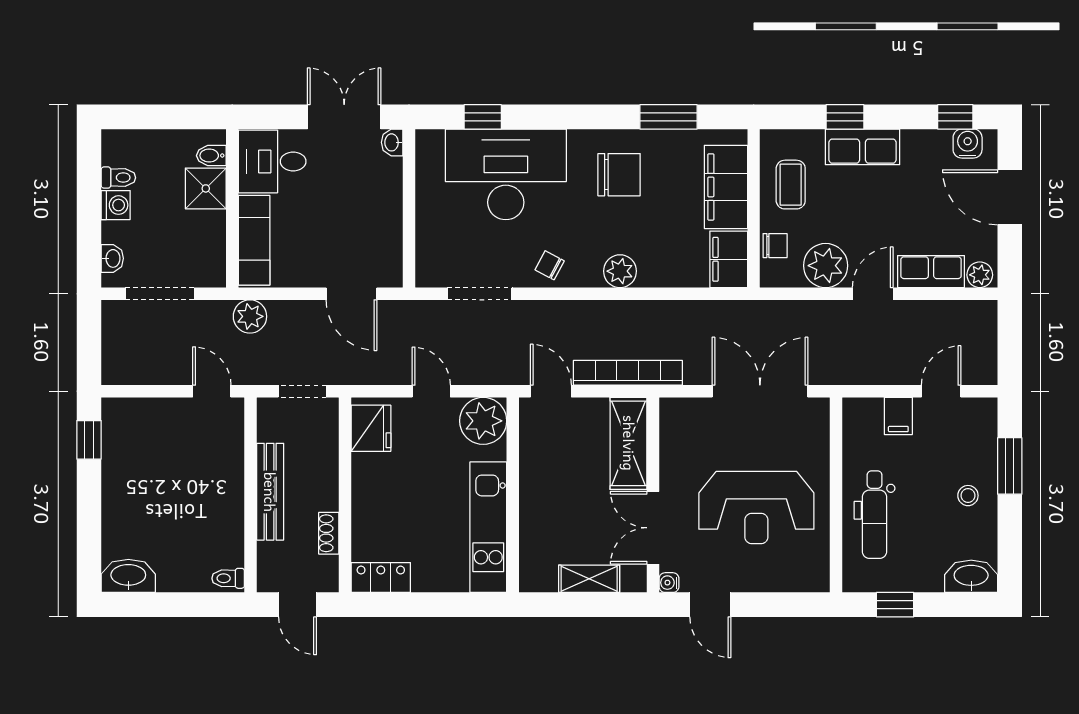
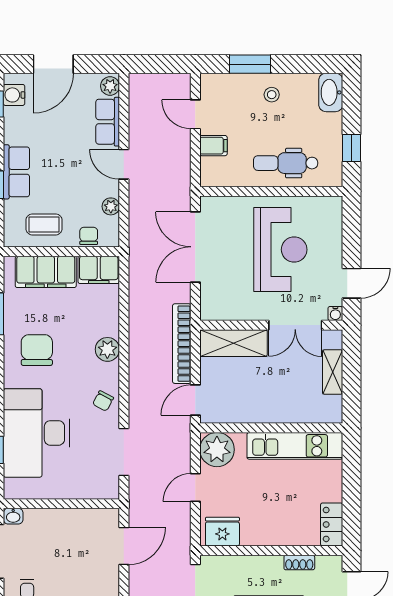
plant: (826, 266) -> (111, 206), width x0.53, depth x0.53
dental chair: (875, 515) -> (286, 163), turned 180

